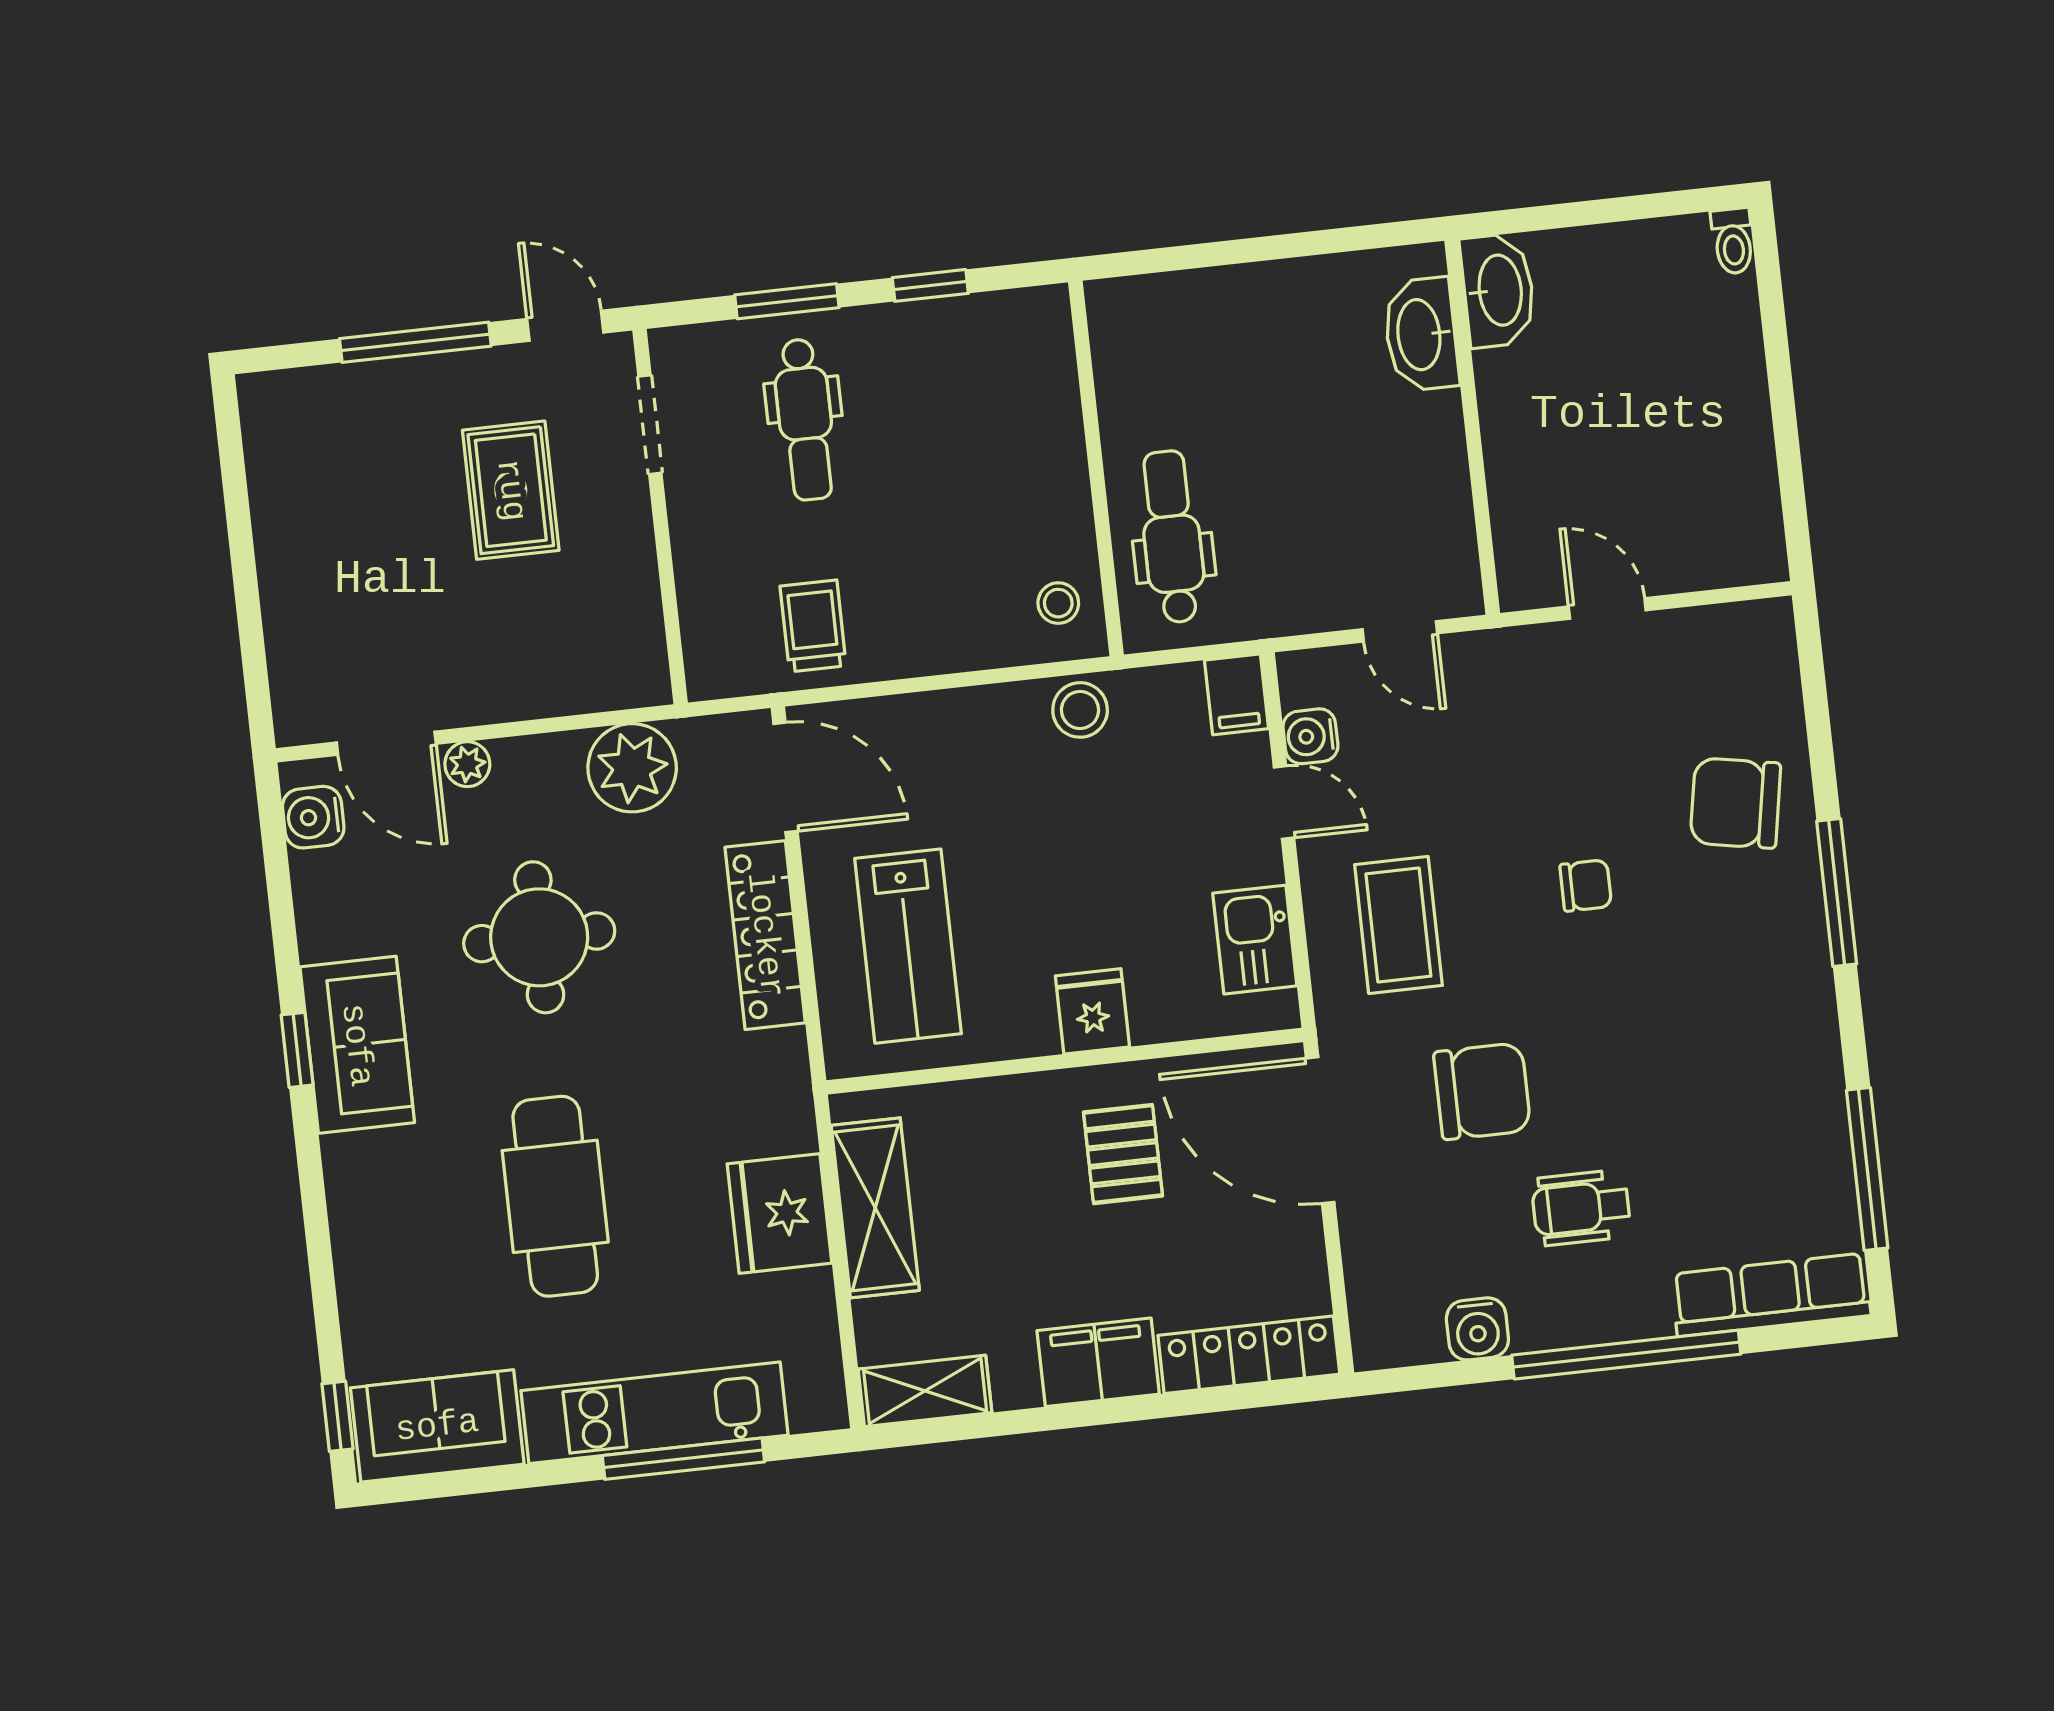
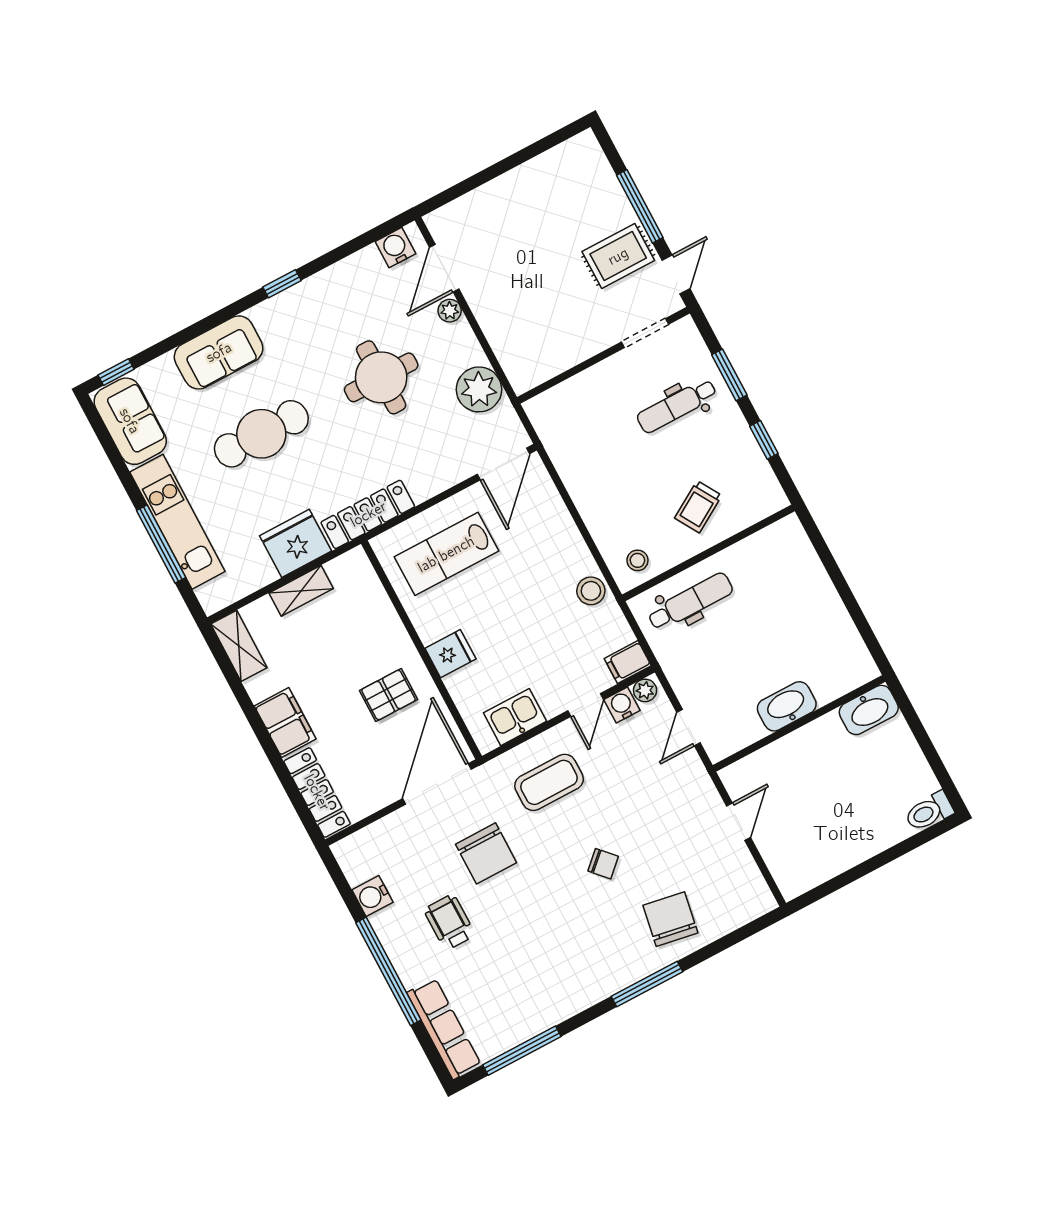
toilet: (1733, 241) -> (929, 812), width x1.37, depth x1.39
washbasin: (1421, 334) -> (787, 706), moved
rug: (511, 490) -> (618, 256), moved
trolley: (813, 626) -> (698, 507), moved, turned 149
plant: (1301, 684) -> (645, 690), added
chair: (1586, 885) -> (603, 864), turned -43
locker: (765, 935) -> (368, 514), moved
sofa: (357, 1045) -> (219, 352), moved
shelving: (875, 1208) -> (301, 591), width x0.67, depth x0.75

